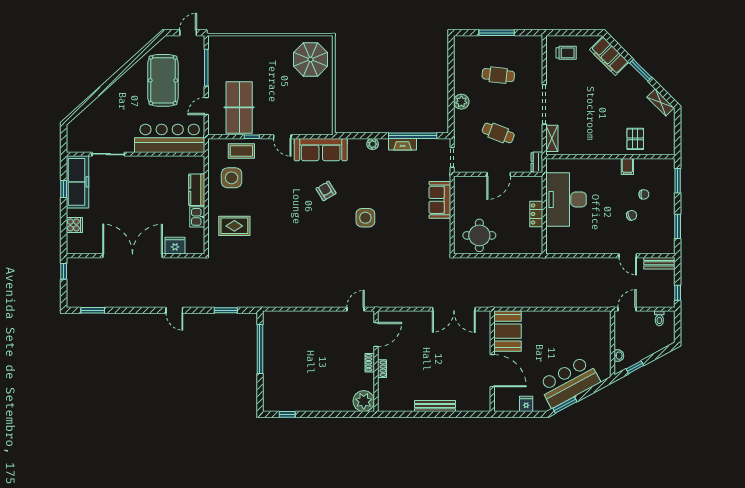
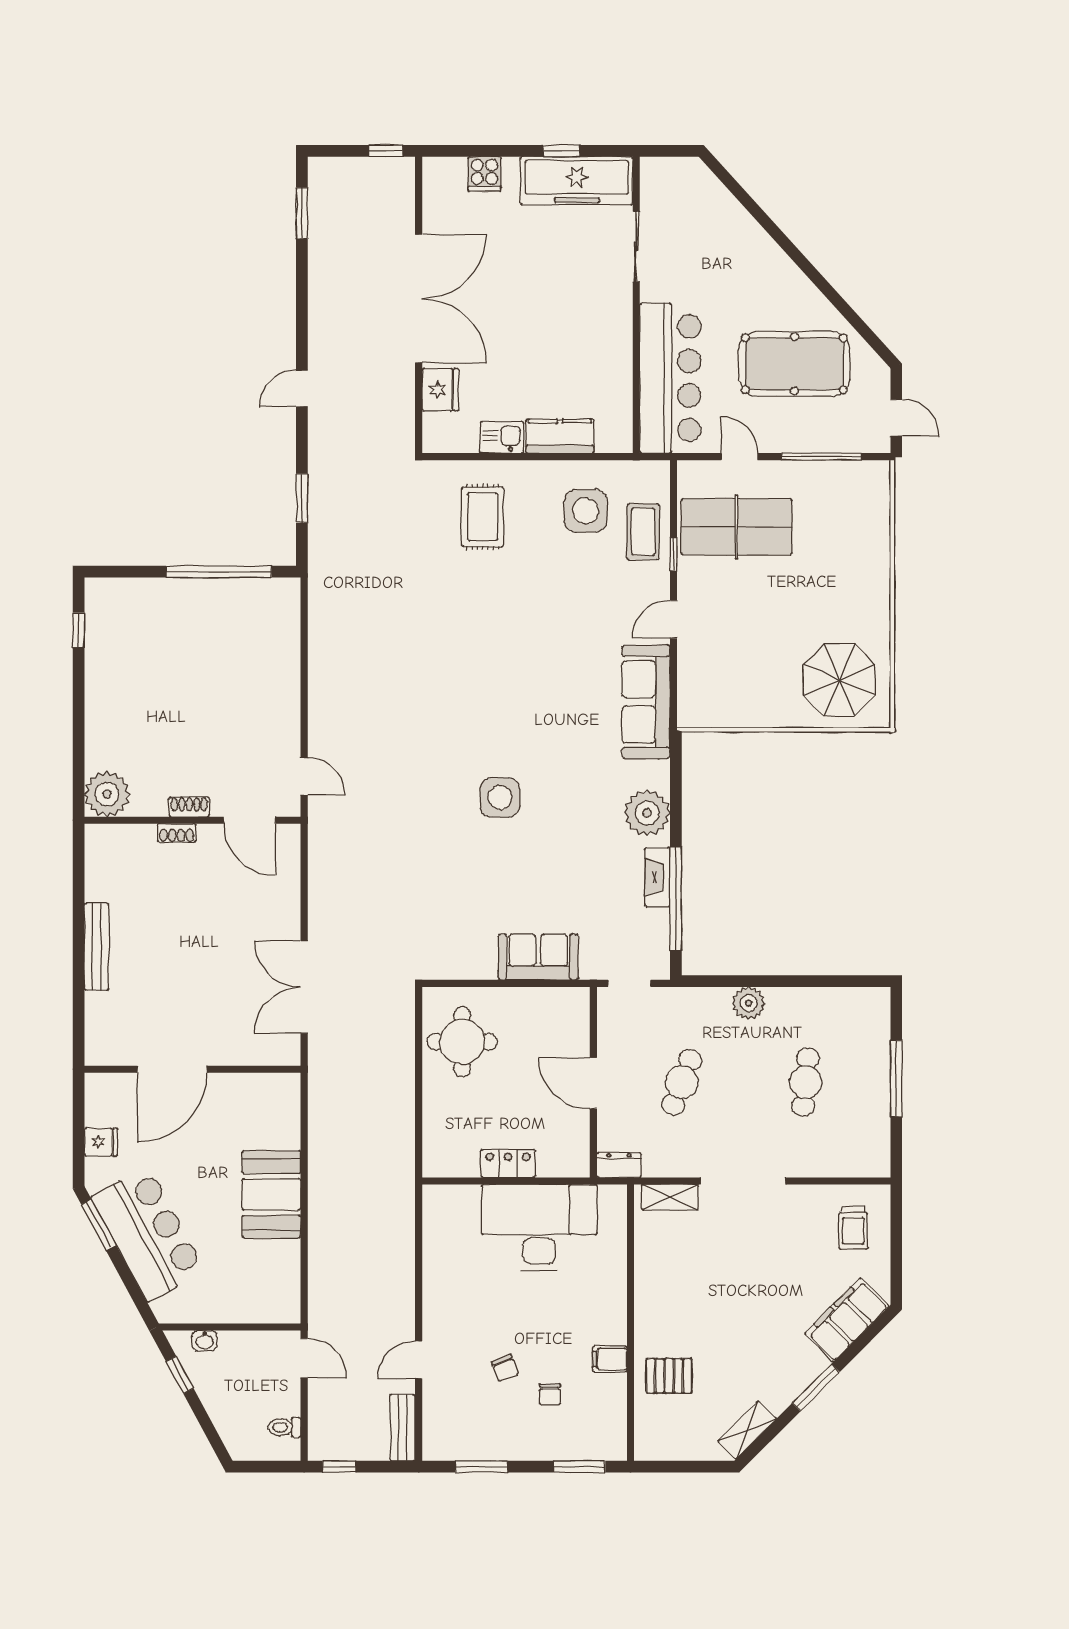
plant: (373, 144) -> (647, 813), width x1.87, depth x1.87
armchair: (326, 191) -> (557, 713), removed
booth: (507, 331) -> (271, 1194), moved, turned 90

